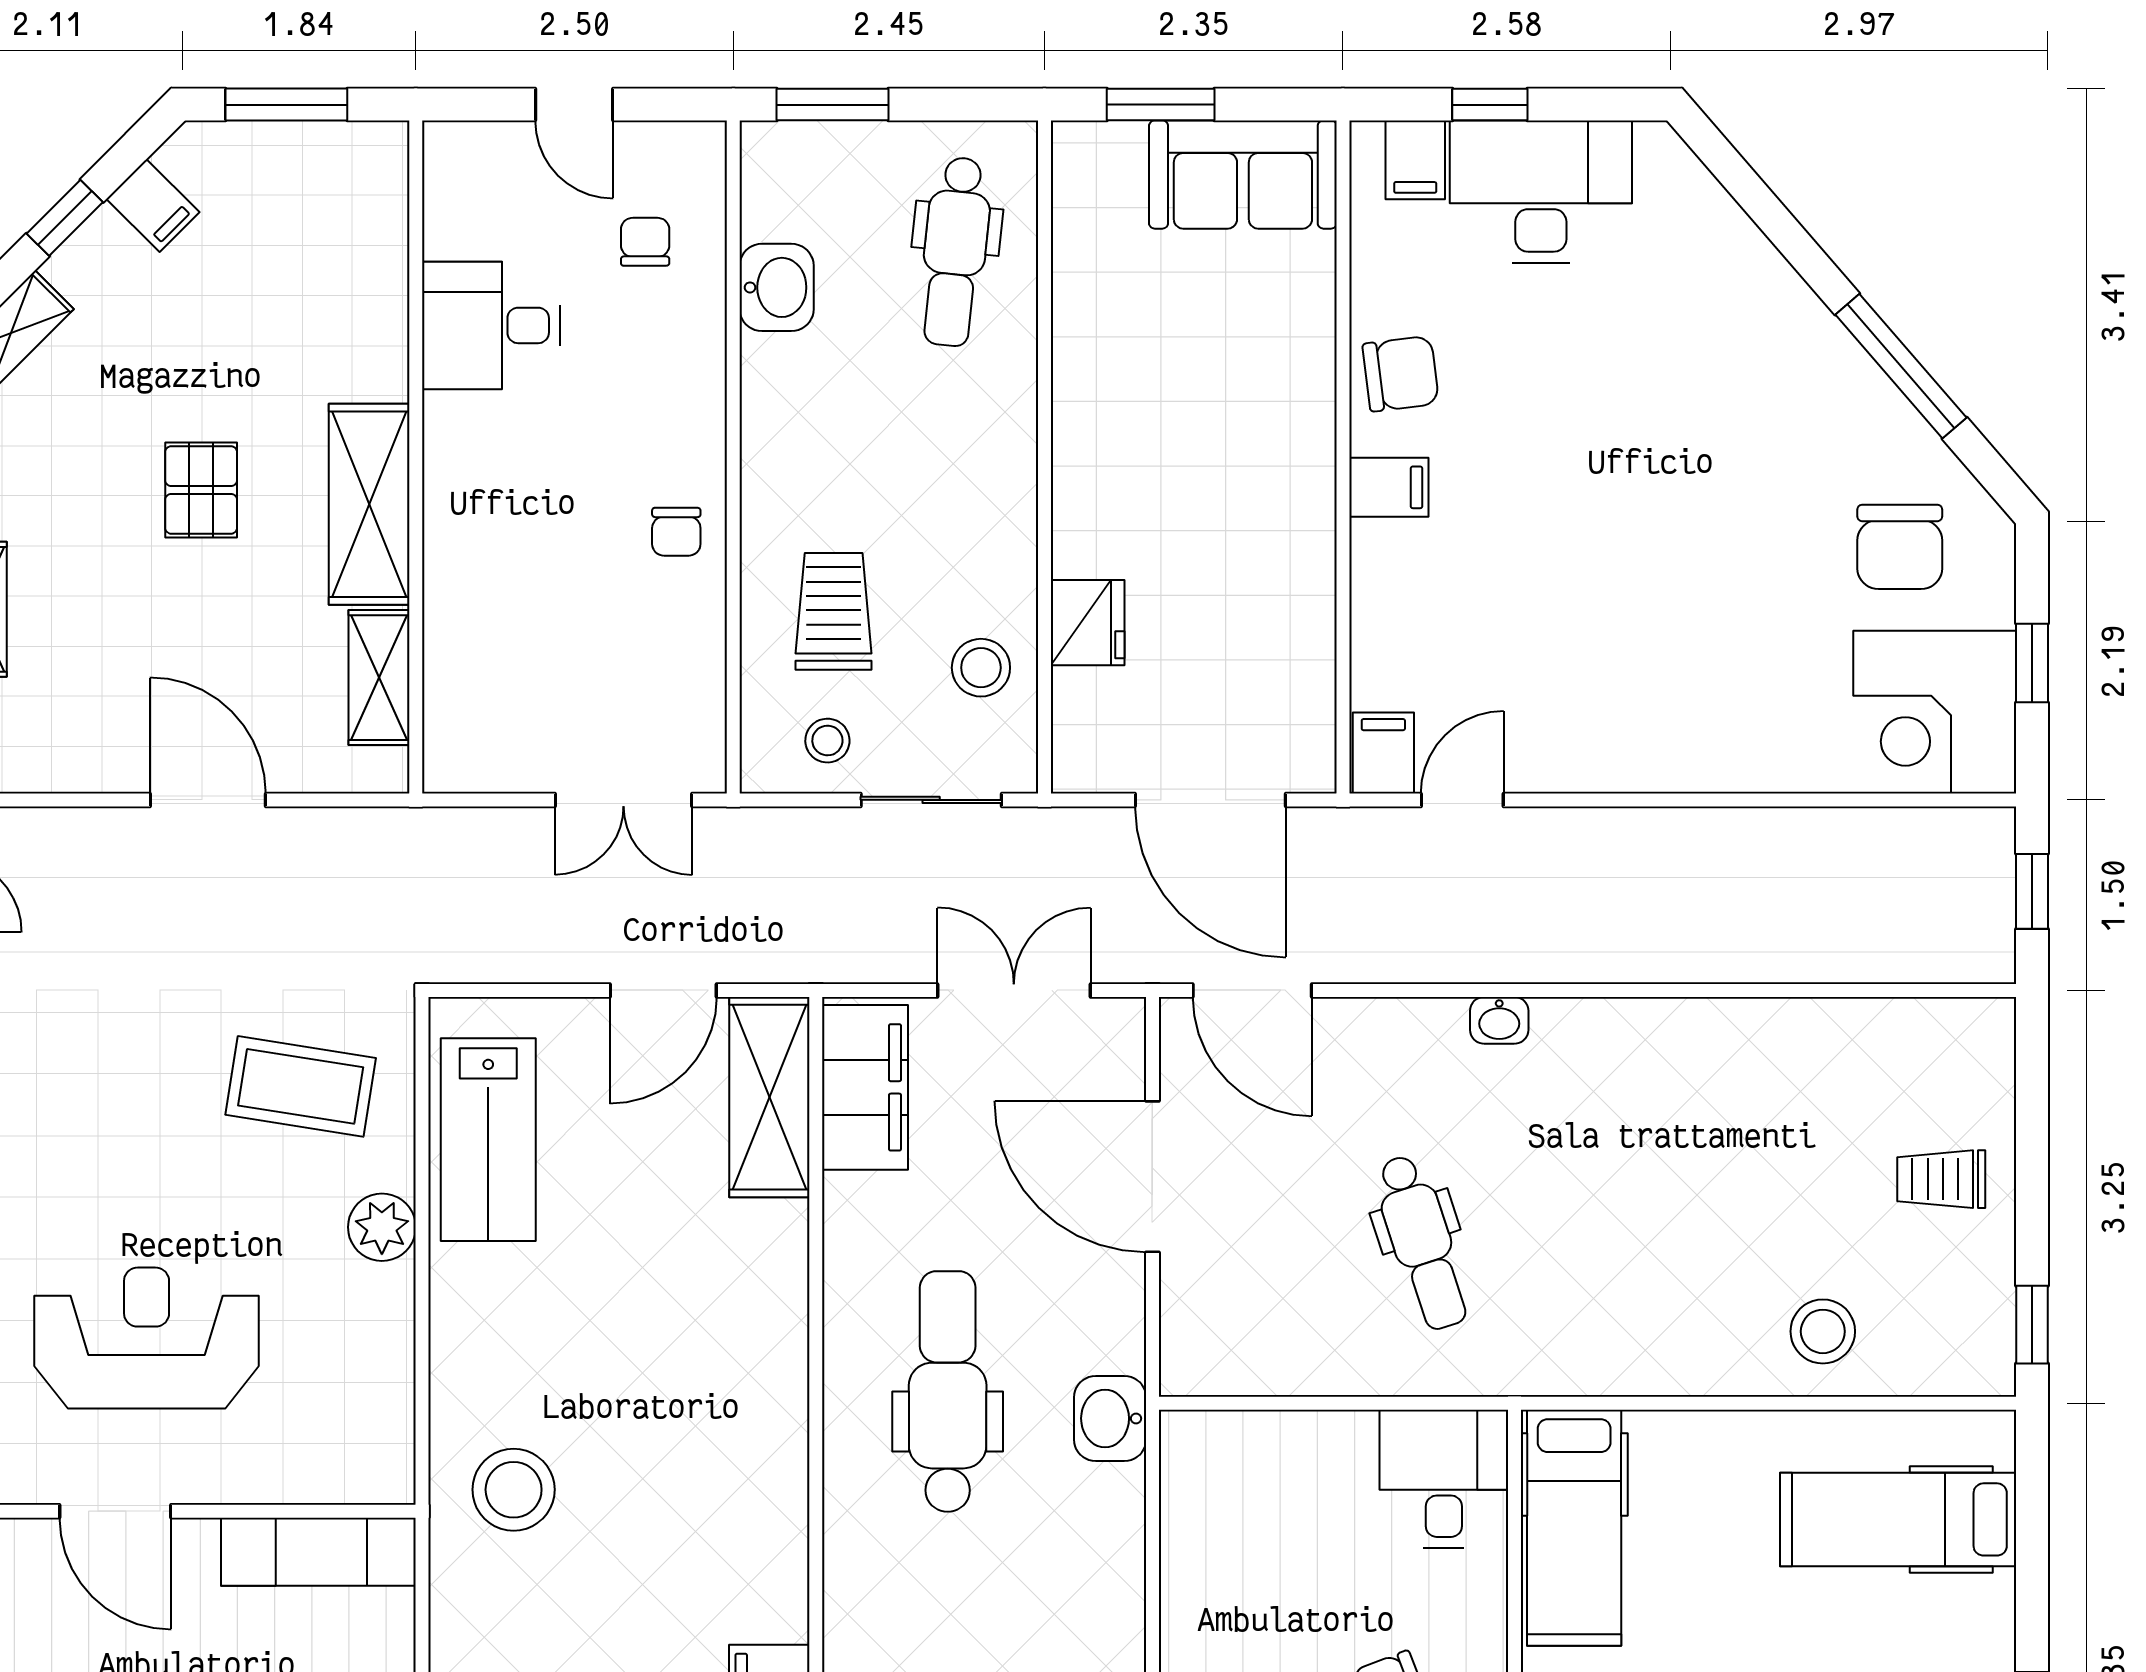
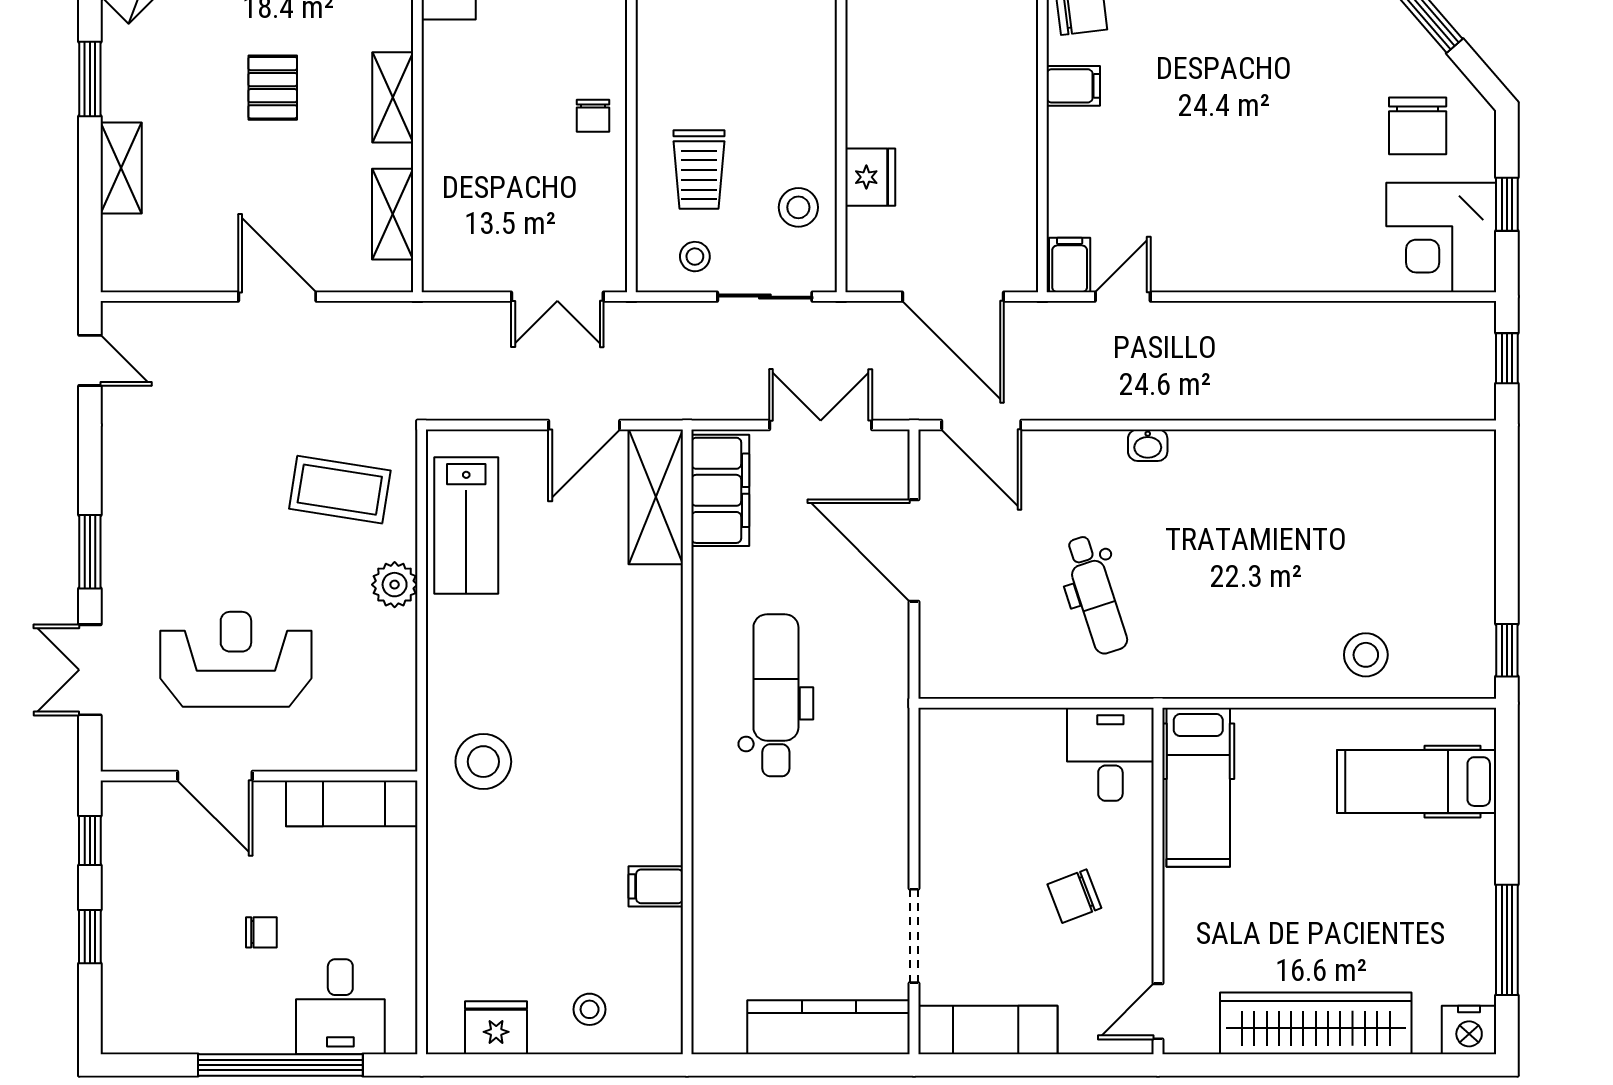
shelving: (369, 504) -> (393, 97), width x0.67, depth x0.75
trolley: (834, 611) -> (699, 169), turned 180
trolley: (1941, 1179) -> (1446, 552), removed
washbasin: (1110, 1418) -> (885, 714), removed

